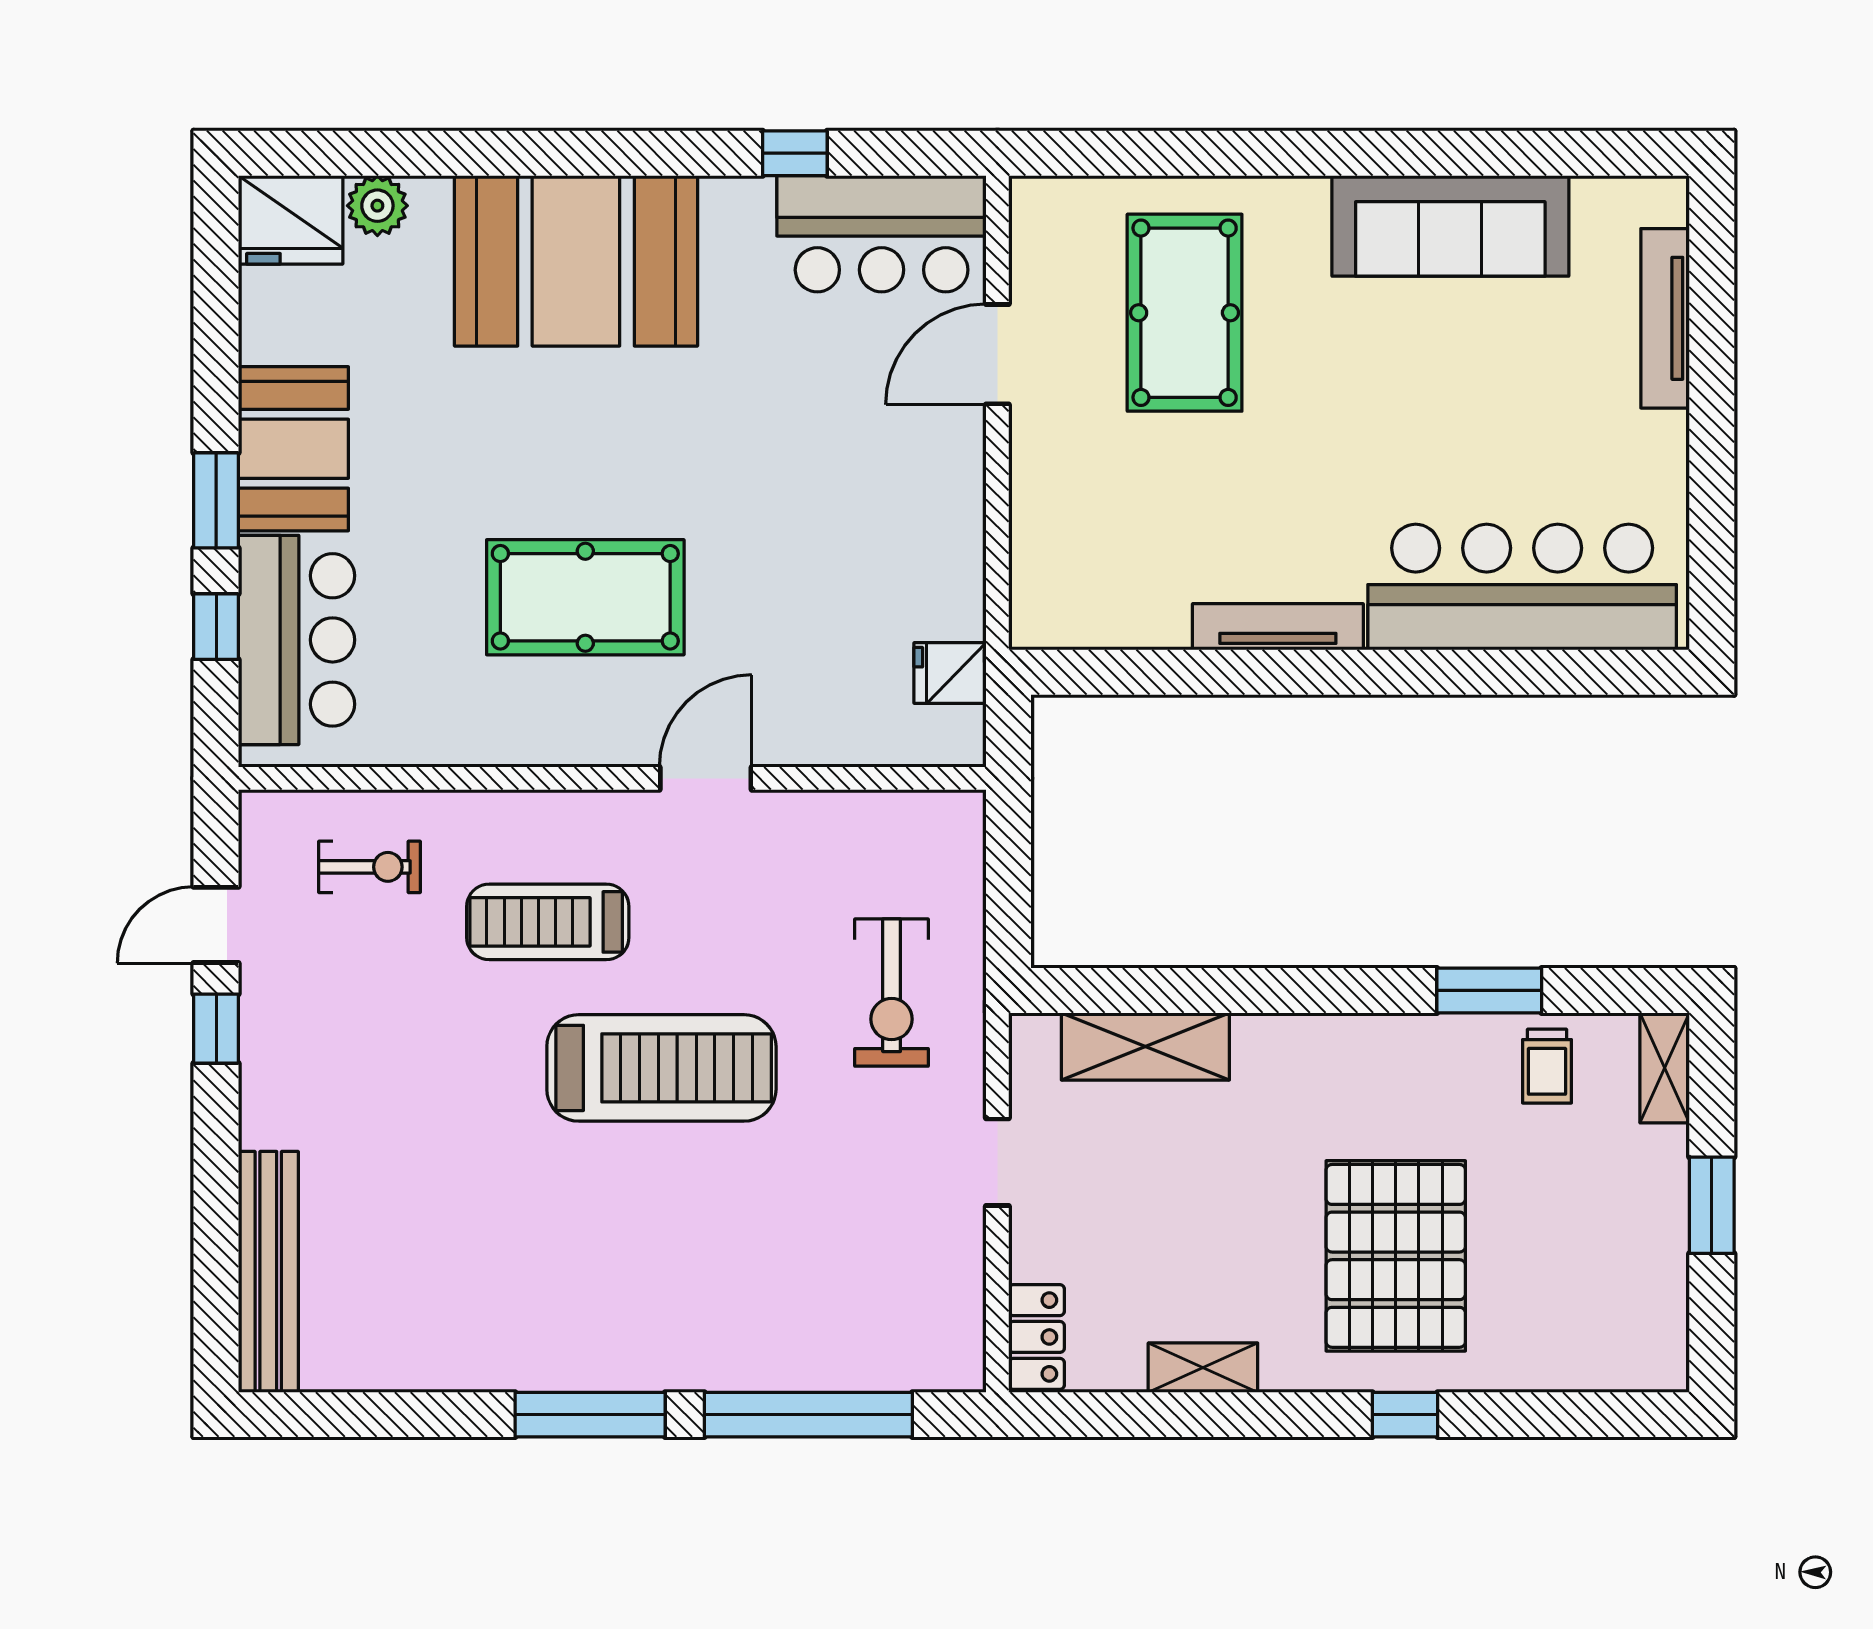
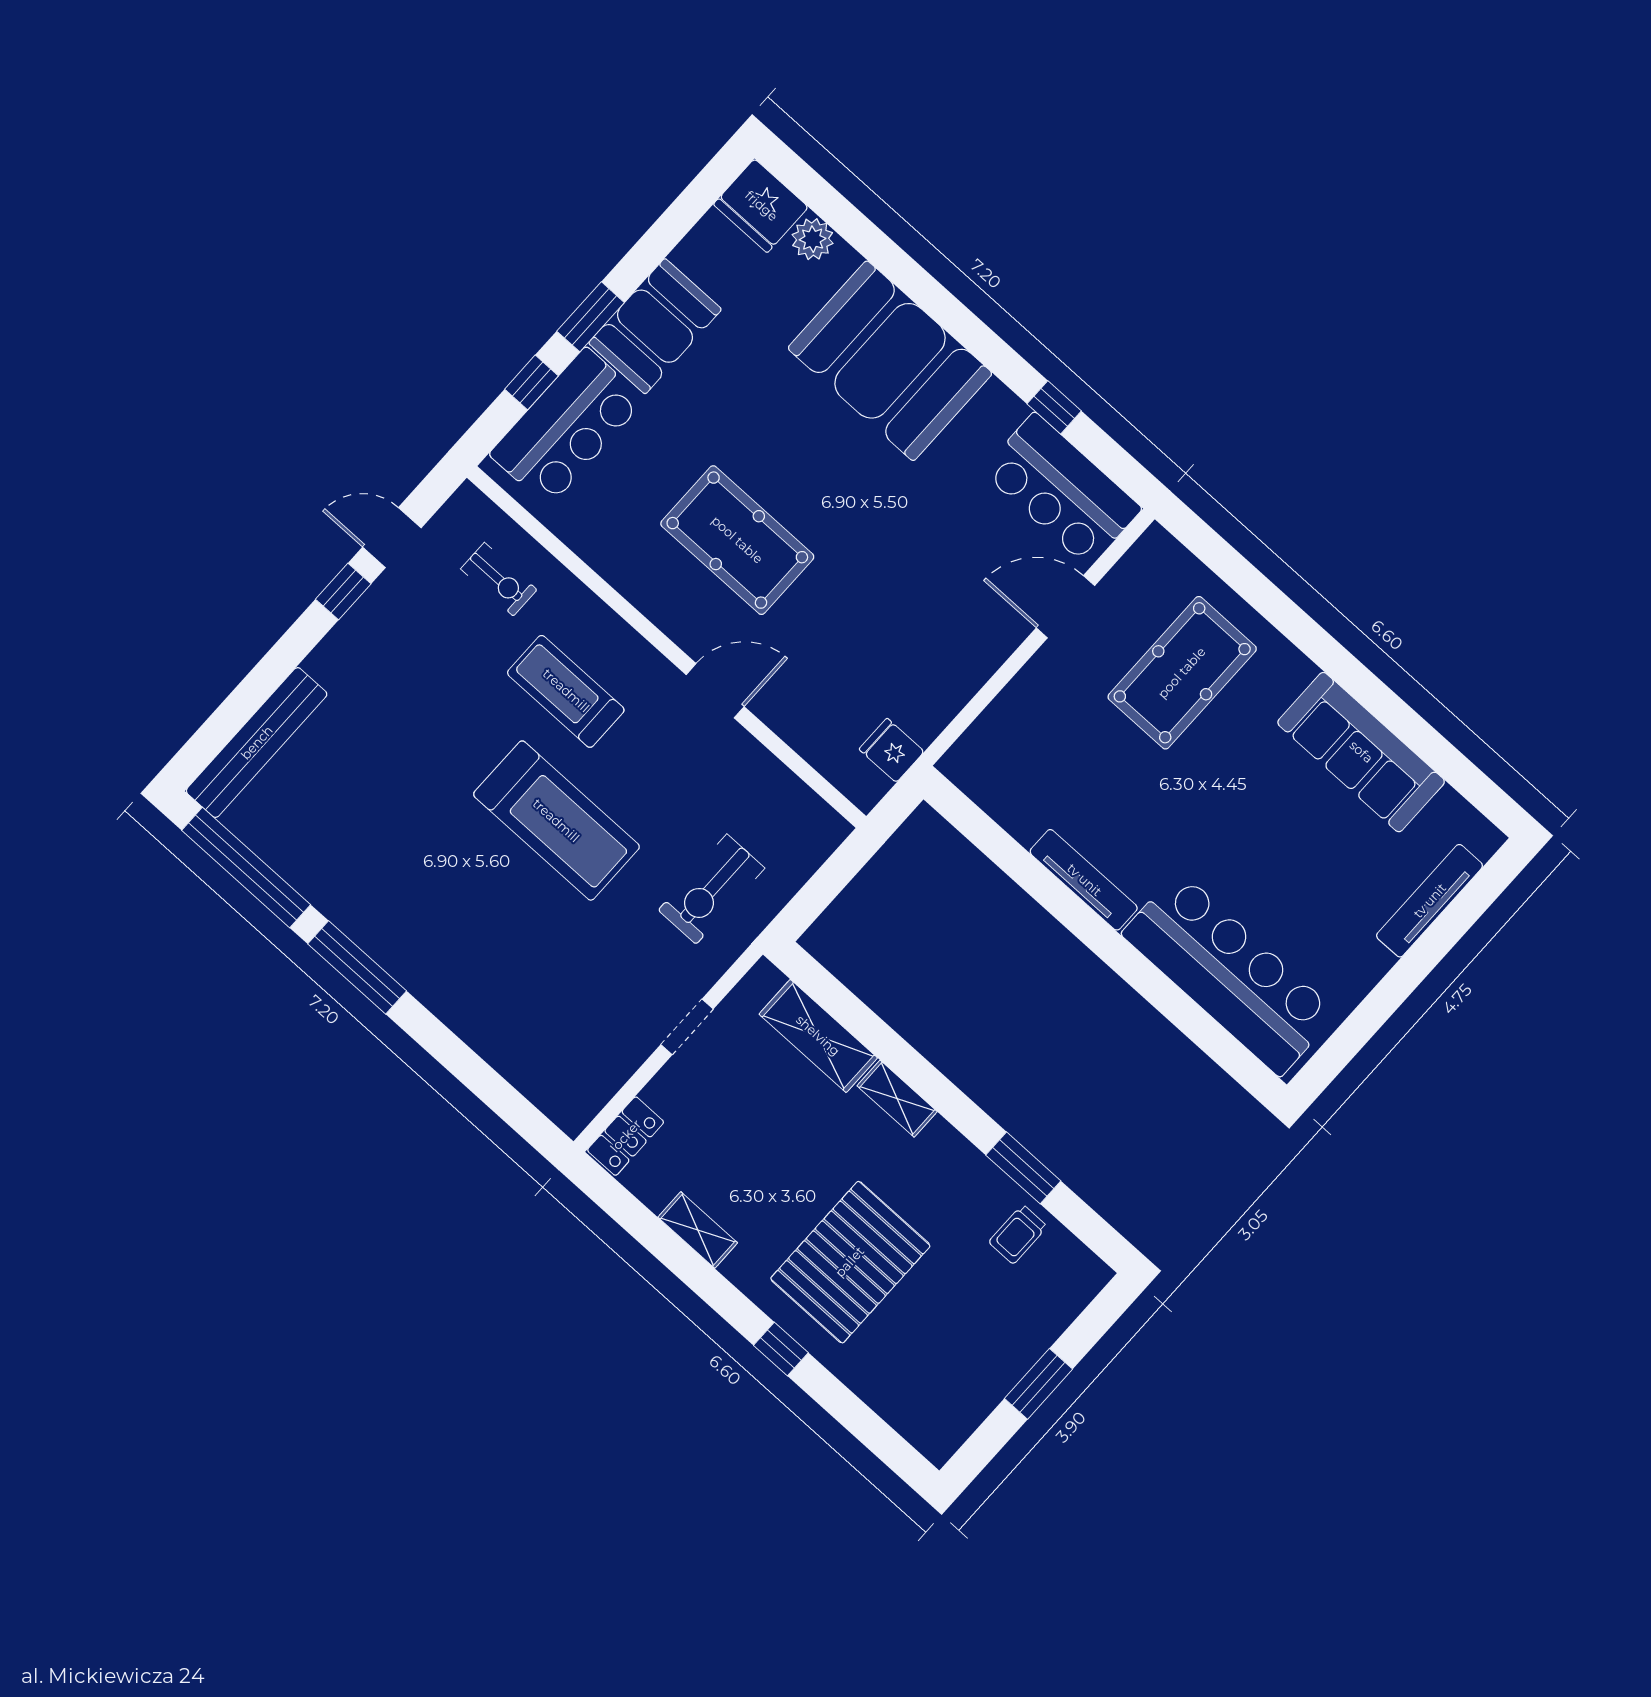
shelving: (1665, 1068) -> (897, 1099), moved, turned 90
window: (808, 1415) -> (246, 868), moved

